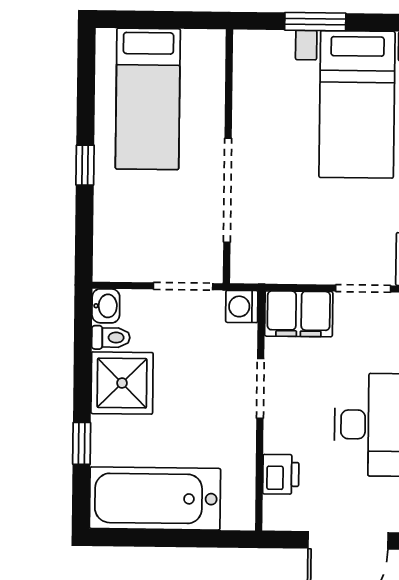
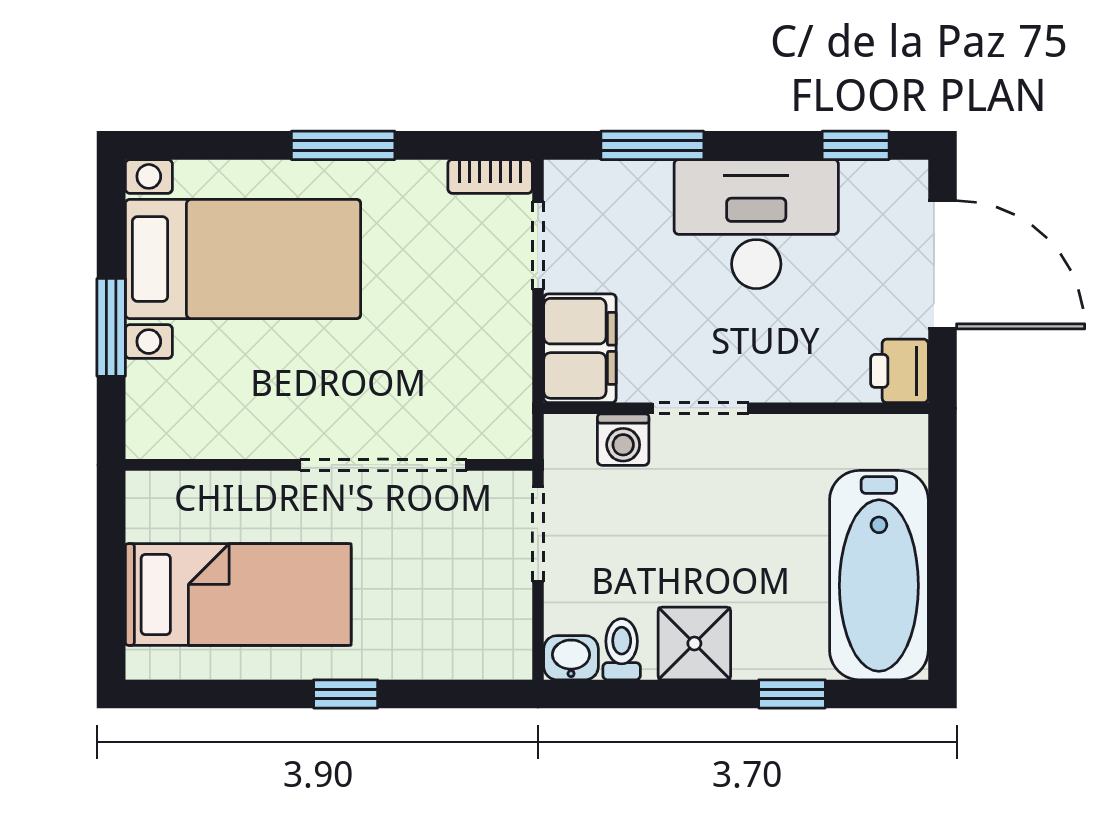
washing machine: (242, 307) -> (623, 440), moved
shower: (122, 383) -> (694, 643), width x0.73, depth x0.73
printer: (281, 474) -> (899, 371), moved, turned -90

